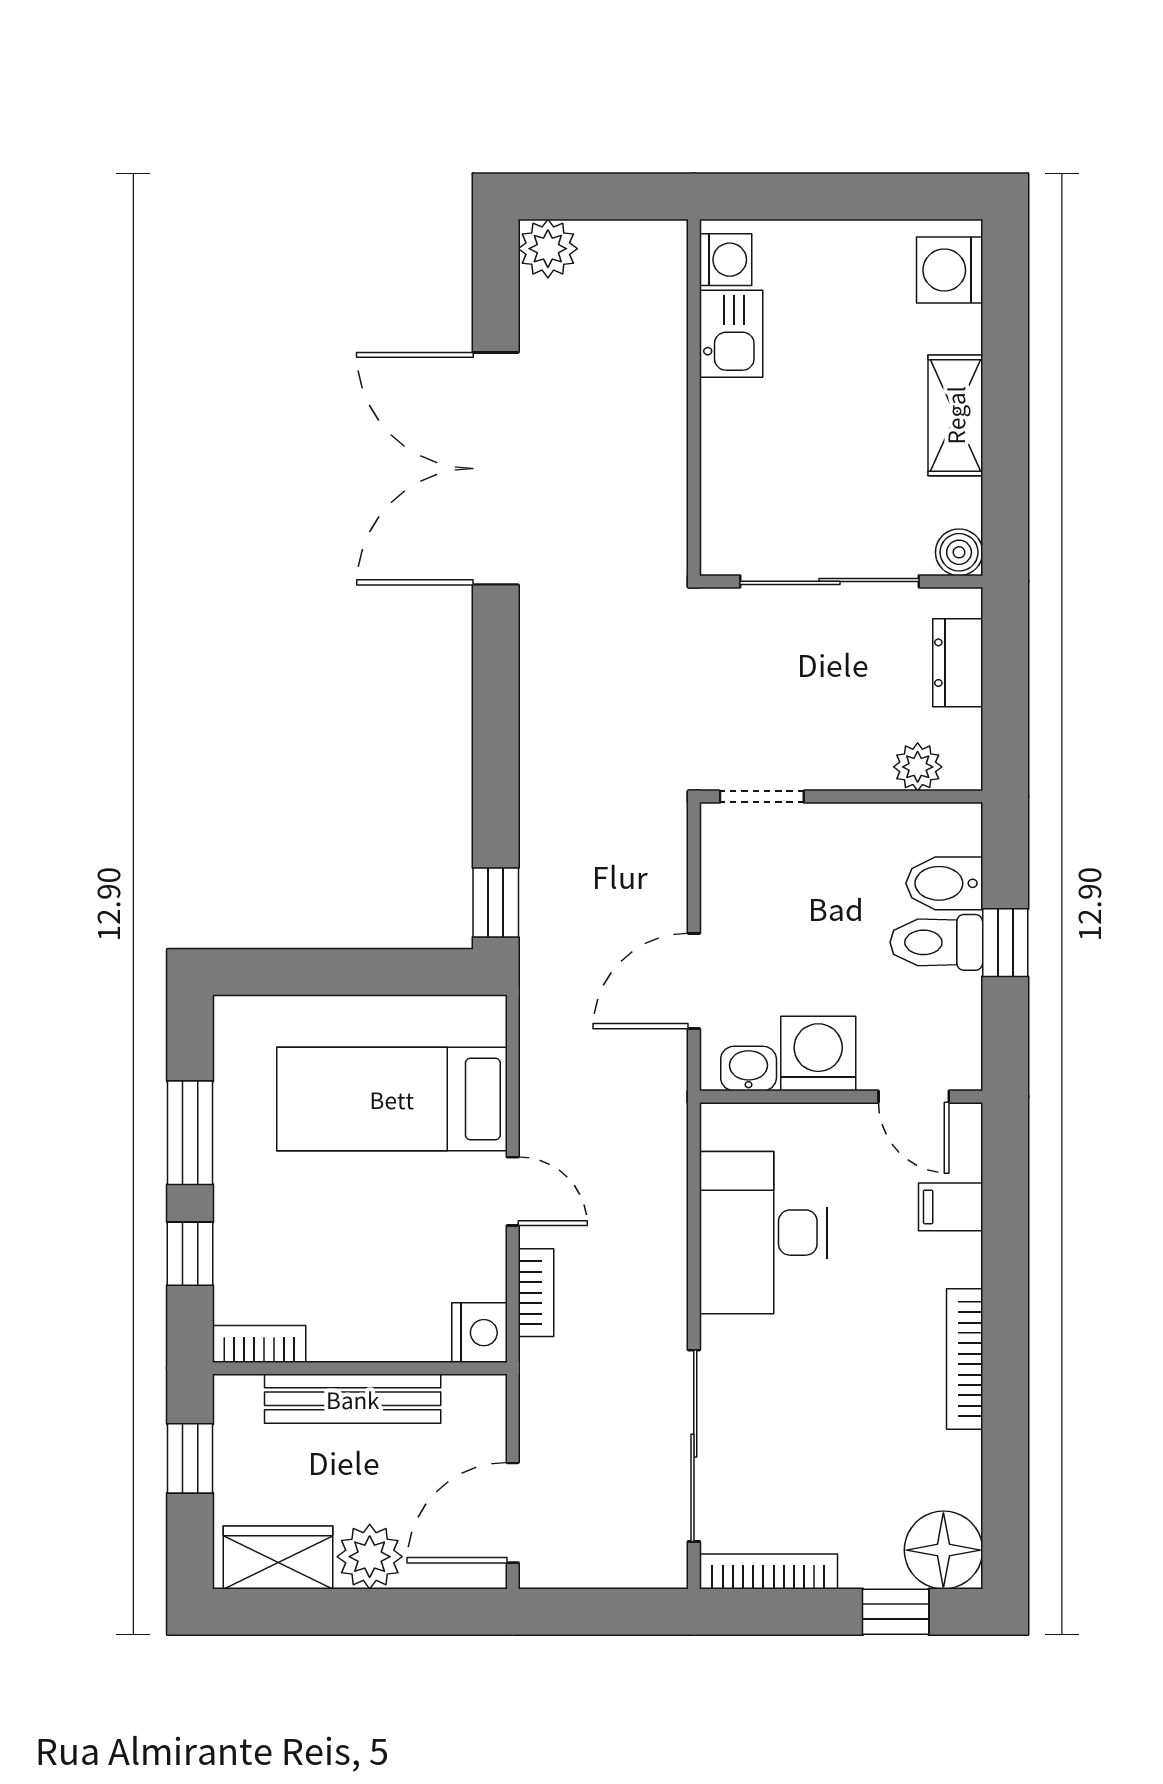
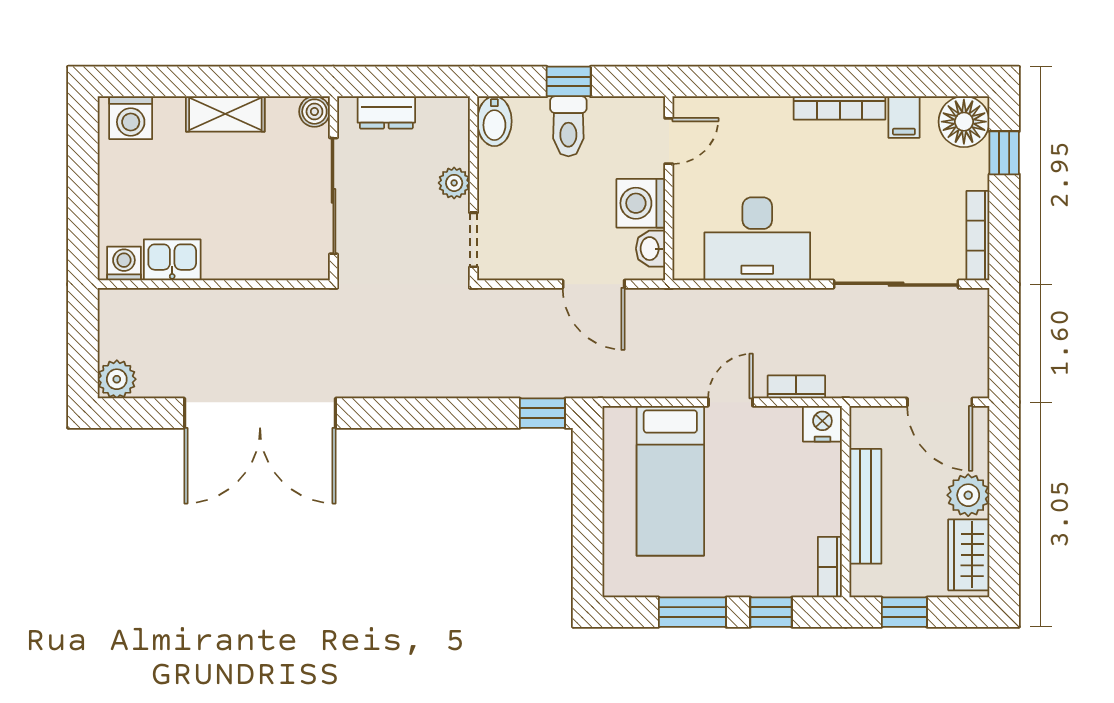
plant: (918, 767) -> (454, 183), moved
bidet: (944, 883) -> (494, 121), moved
filing cabinet: (951, 1207) -> (904, 117), moved

